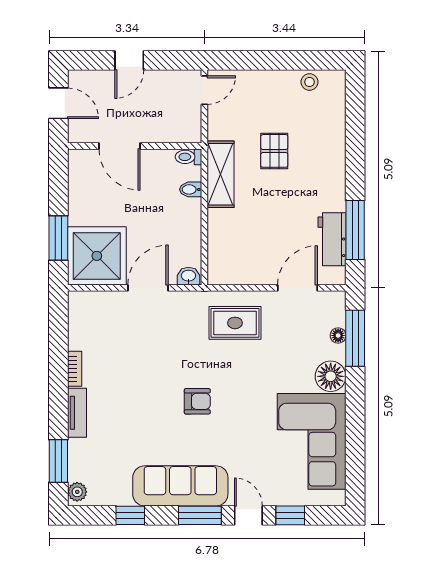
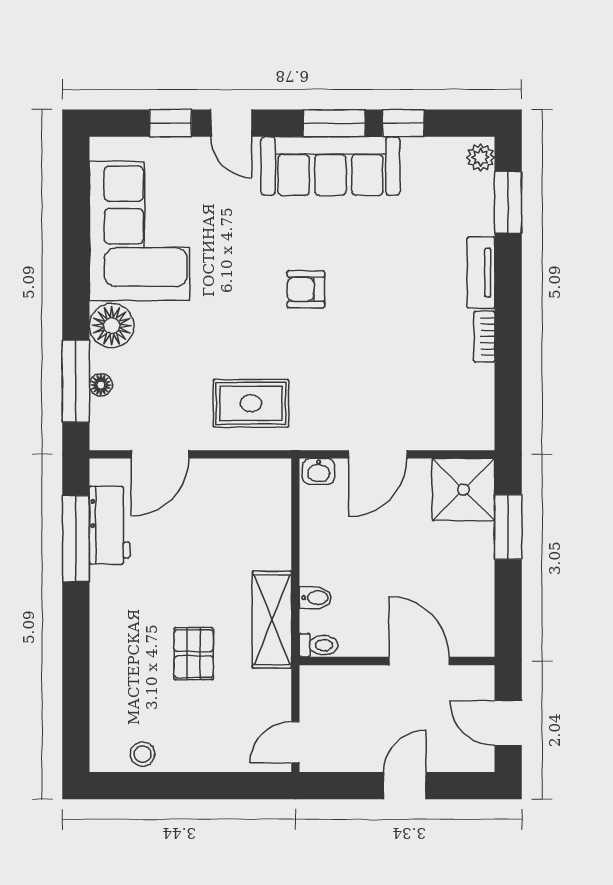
shower: (97, 256) -> (463, 490), width x0.73, depth x0.73
window: (200, 515) -> (334, 123), moved

